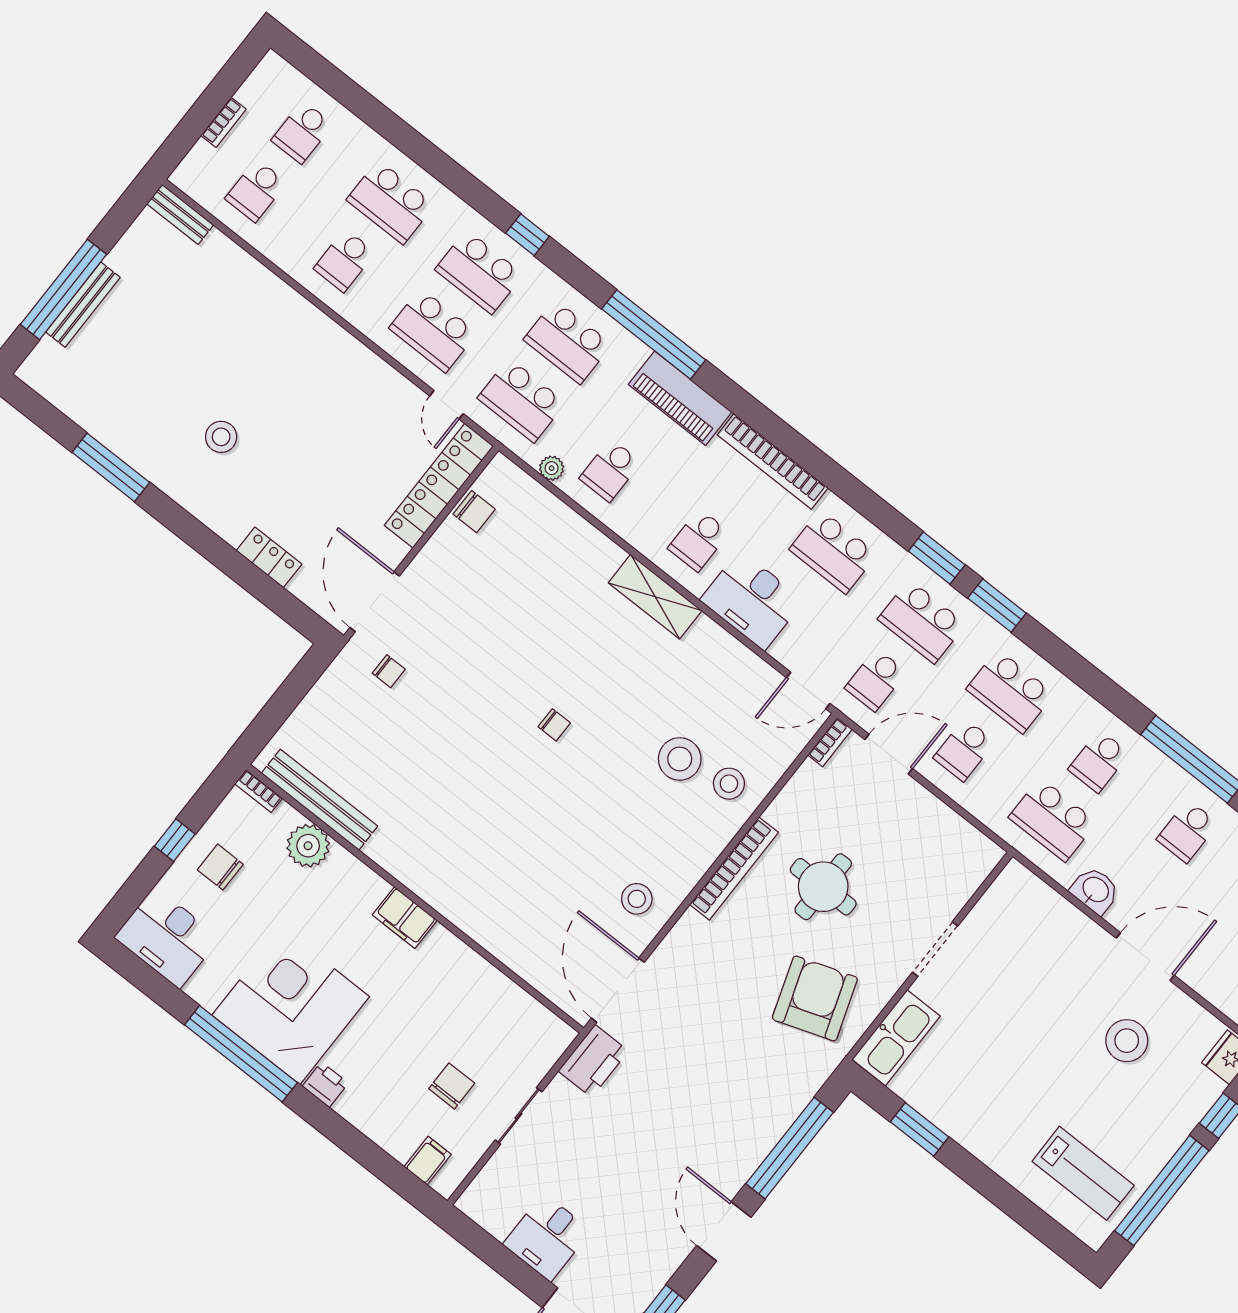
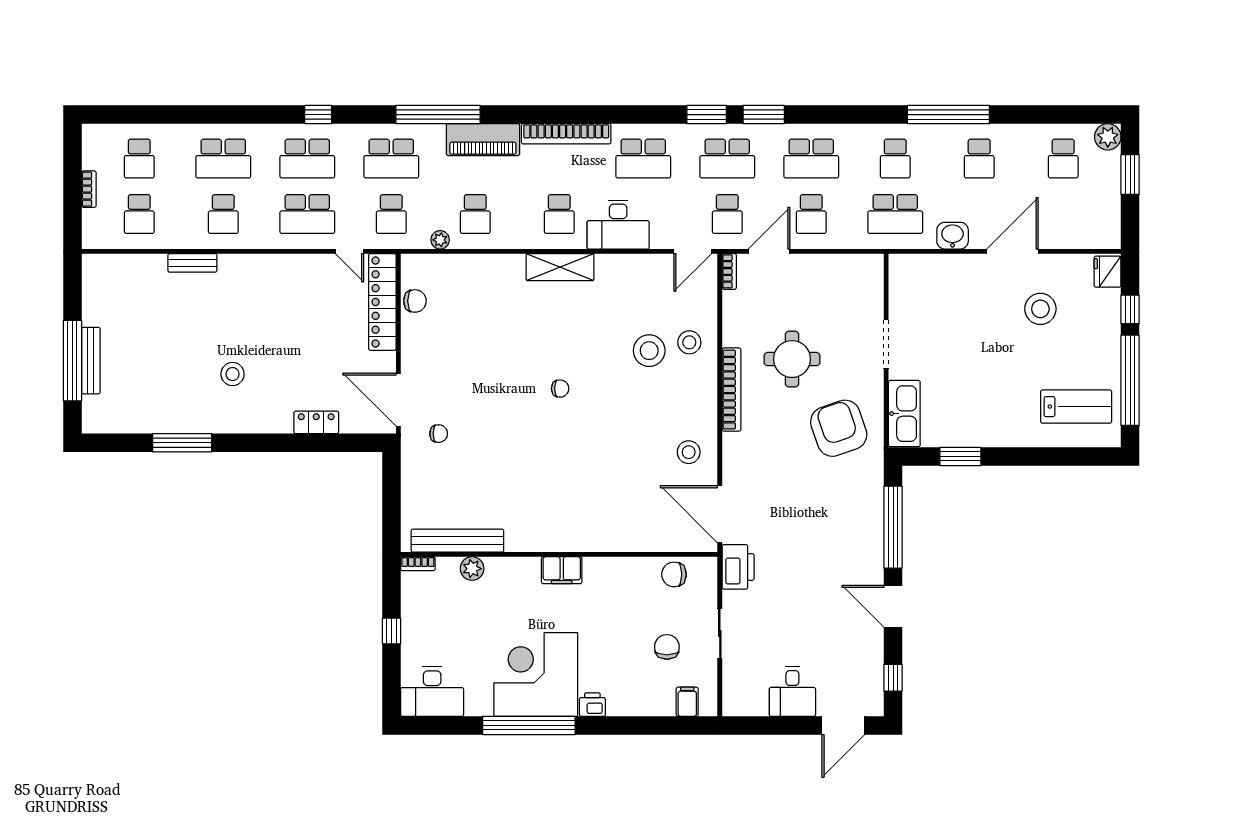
bench: (180, 214) -> (192, 263), moved
school desk: (522, 400) -> (391, 214), width x0.54
plant: (308, 846) -> (472, 569), width x0.73, depth x0.73
chair: (220, 867) -> (674, 574), moved

